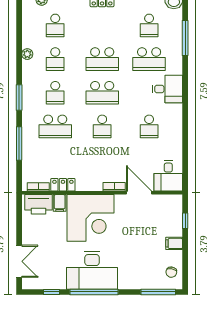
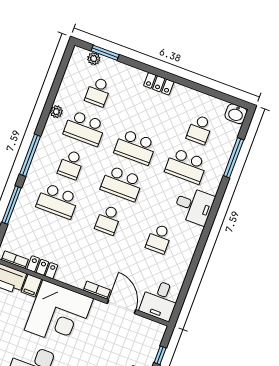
school desk: (55, 59) -> (85, 128), width x1.85
window: (19, 97) -> (30, 155), width x1.44

